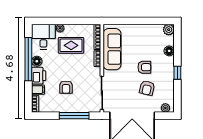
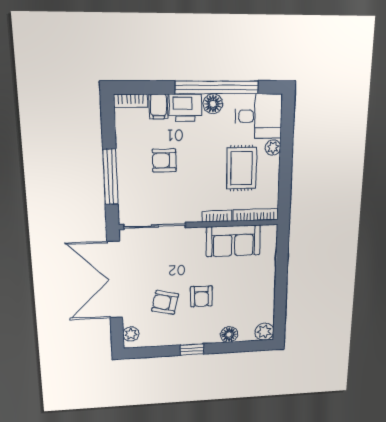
sofa: (112, 49) -> (233, 241), width x0.73

